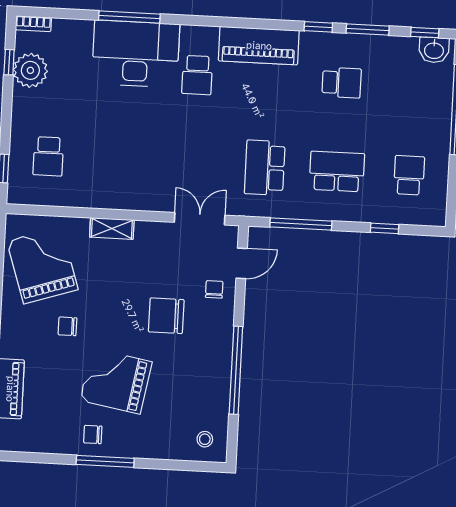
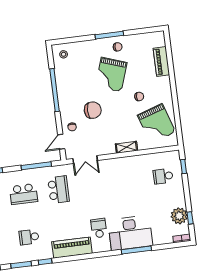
school desk: (48, 156) -> (163, 176), turned -90
grand piano: (116, 381) -> (111, 74), turned 99

